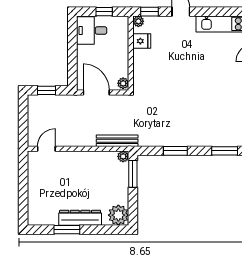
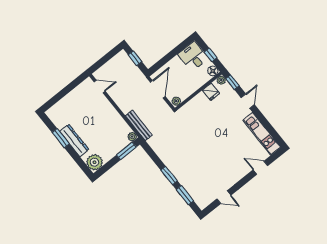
floor lamp: (122, 22) -> (213, 71), added
window: (175, 151) -> (169, 175), moved

